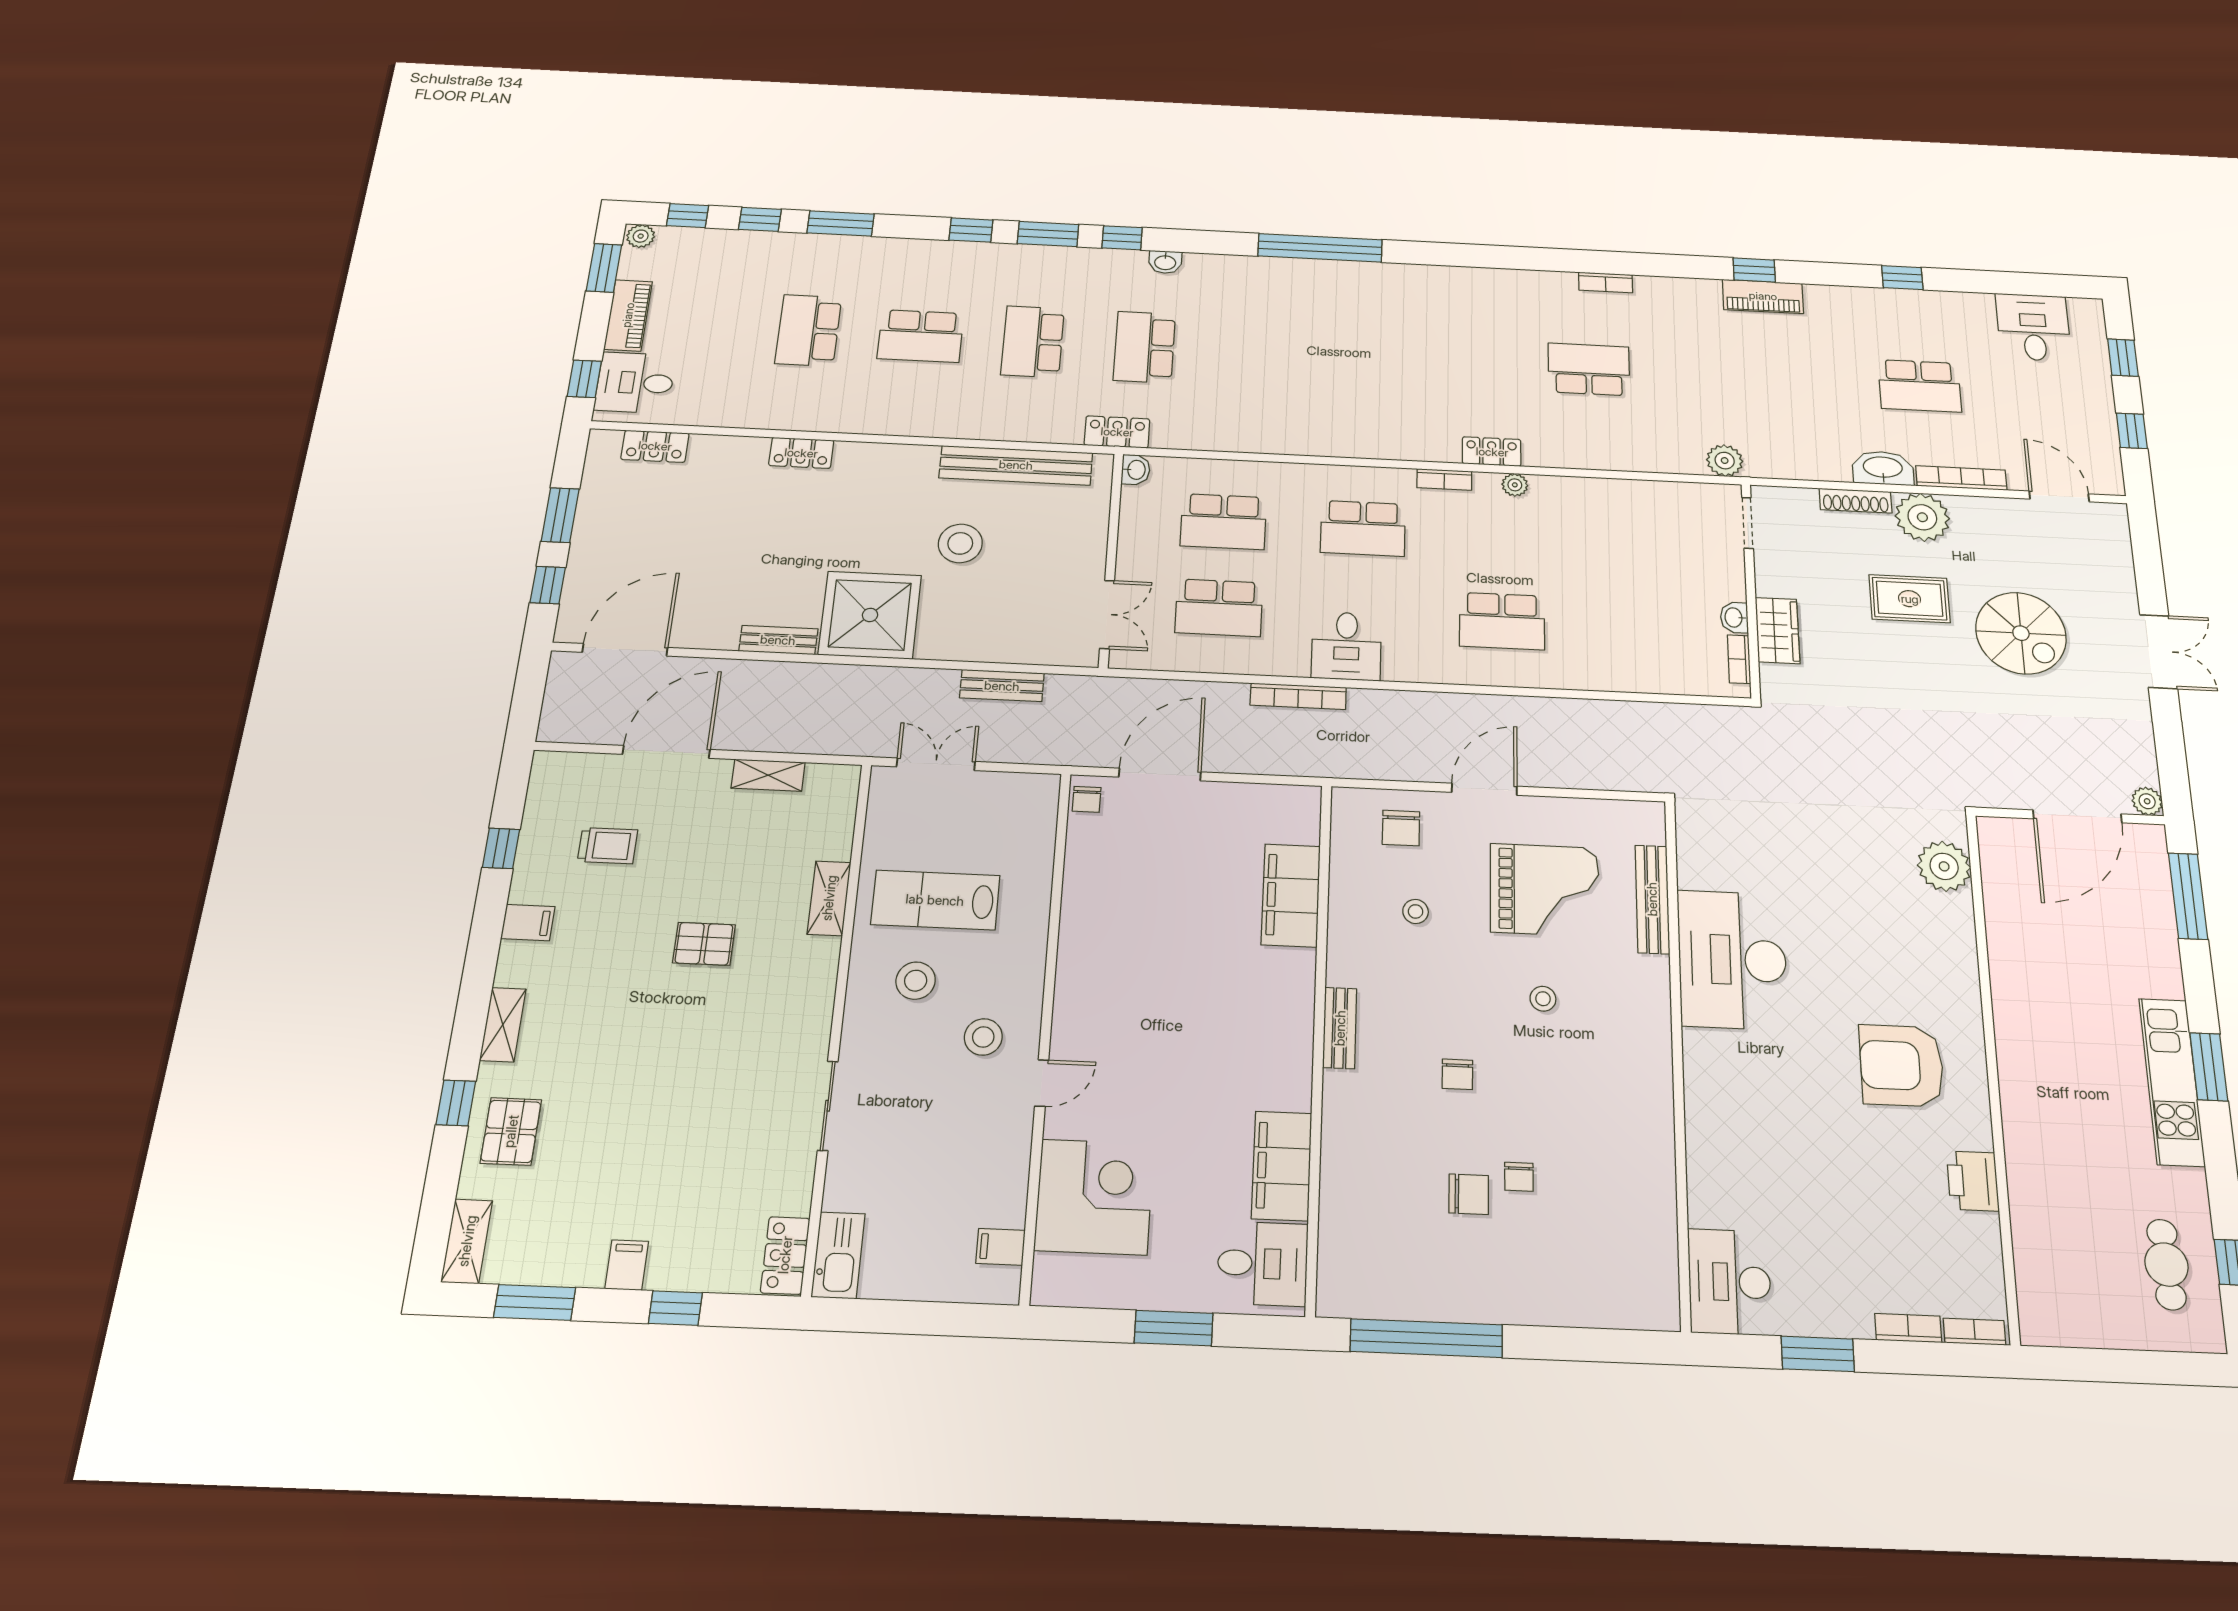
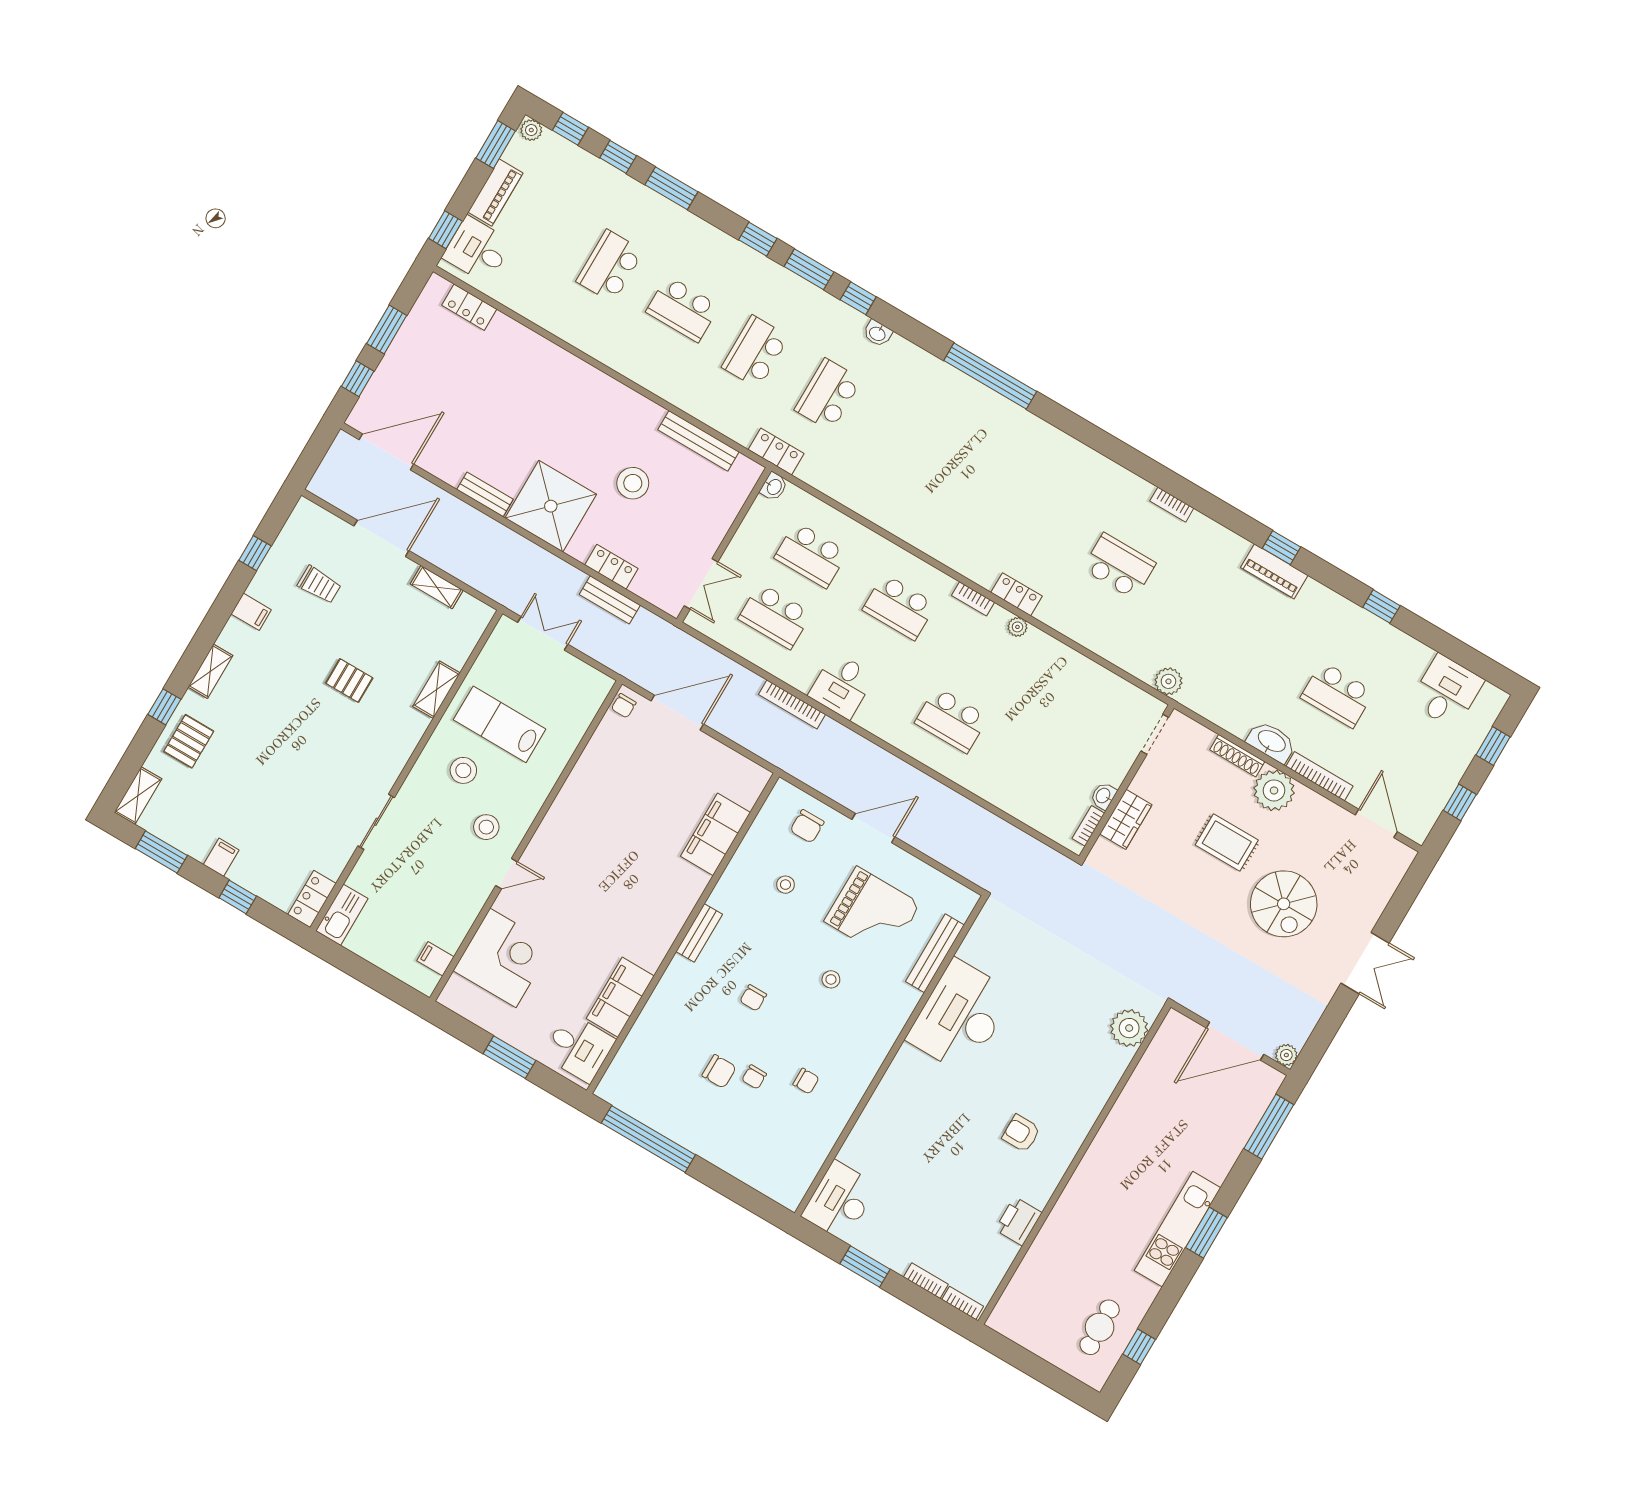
locker: (801, 453) -> (611, 567), moved, turned 180
bench: (1016, 465) -> (698, 441), width x0.73, depth x0.82
armchair: (1902, 1066) -> (1021, 1133), width x0.53, depth x0.53
chair: (1589, 1146) -> (806, 1081), added

